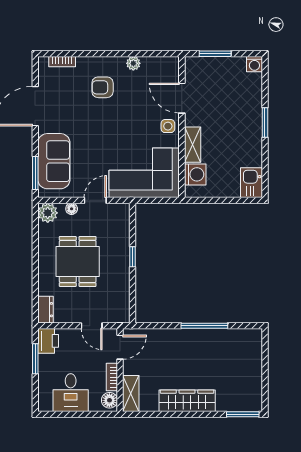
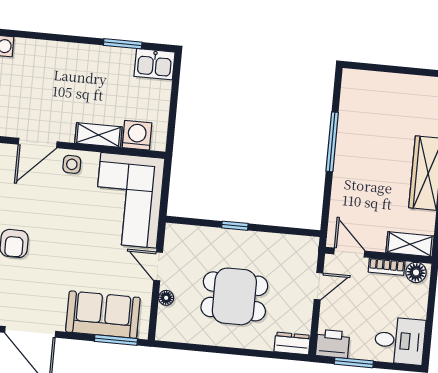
window: (265, 123) -> (123, 44), moved
plant: (48, 213) -> (168, 329), removed
desk: (71, 393) -> (400, 341), moved

